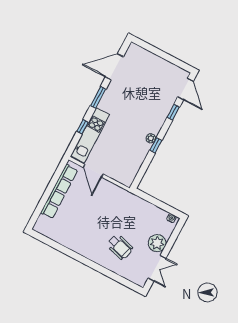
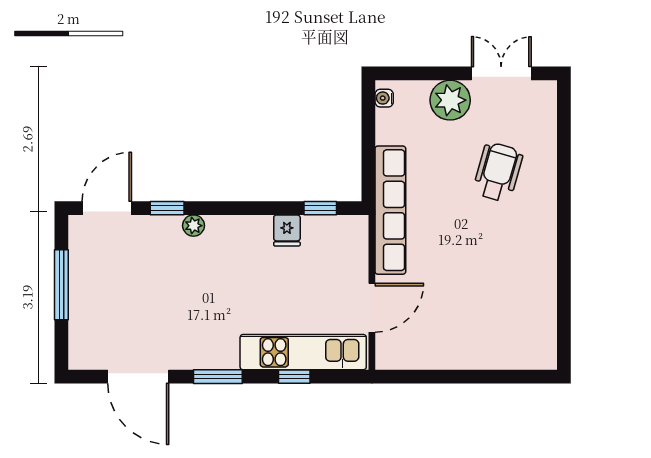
window: (165, 56) -> (61, 285), added
plant: (151, 138) -> (194, 226), moved
window: (156, 145) -> (320, 208), moved
fridge: (140, 154) -> (287, 230), added
row of seats: (59, 191) -> (390, 210), moved, turned 90

